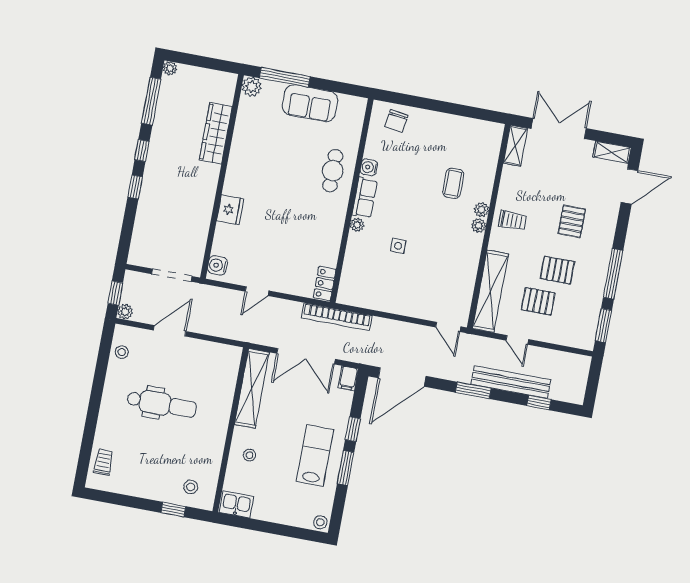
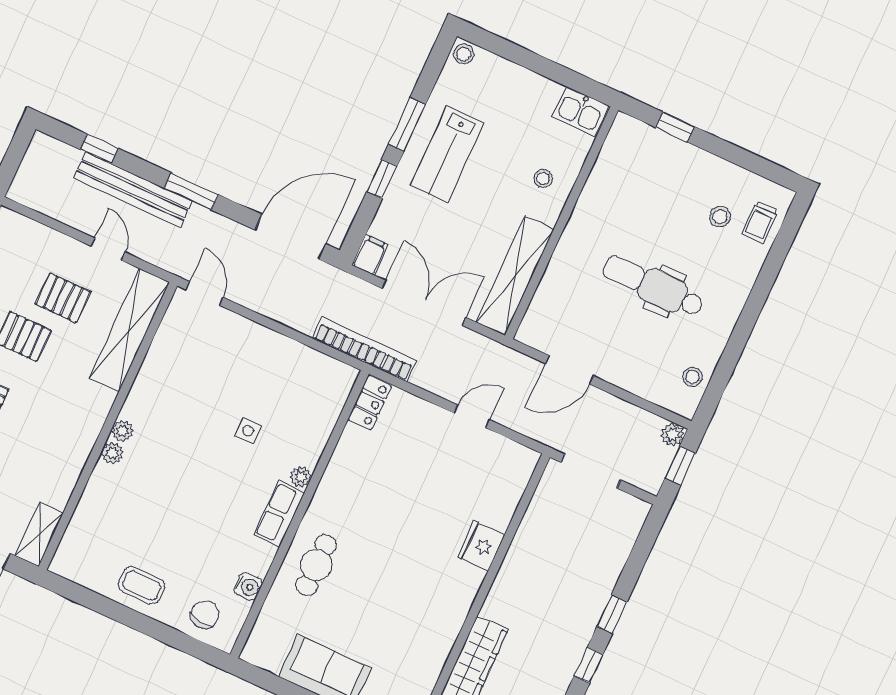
water cooler: (369, 167) -> (248, 587), moved
coffee table: (453, 183) -> (142, 585), moved, turned 90
trolley: (513, 220) -> (71, 426), removed
water cooler: (217, 265) -> (520, 469), removed
door: (170, 331) -> (569, 370), moved
stool: (191, 487) -> (720, 217), moved

